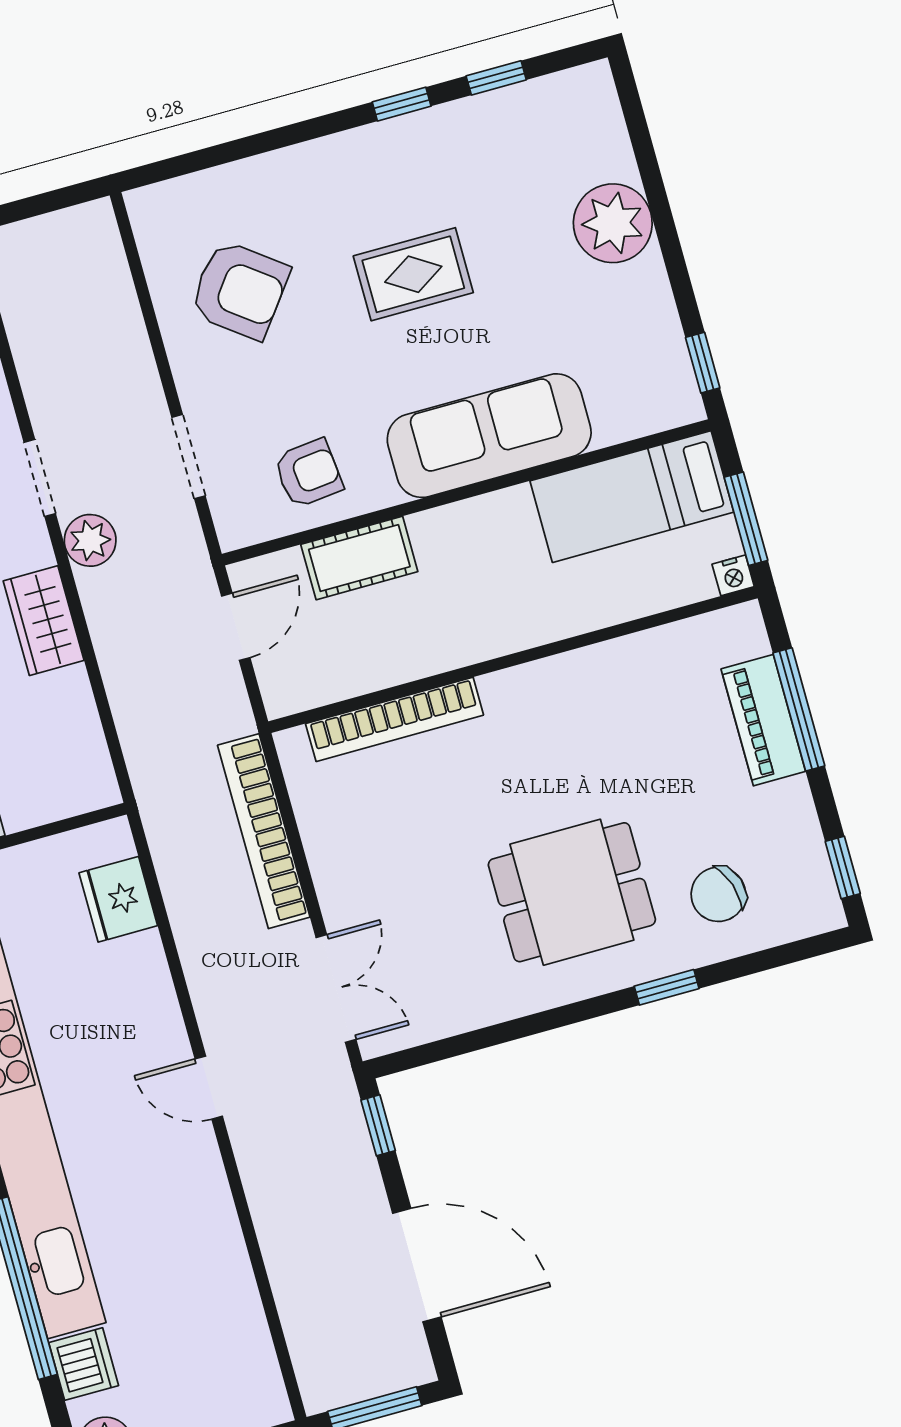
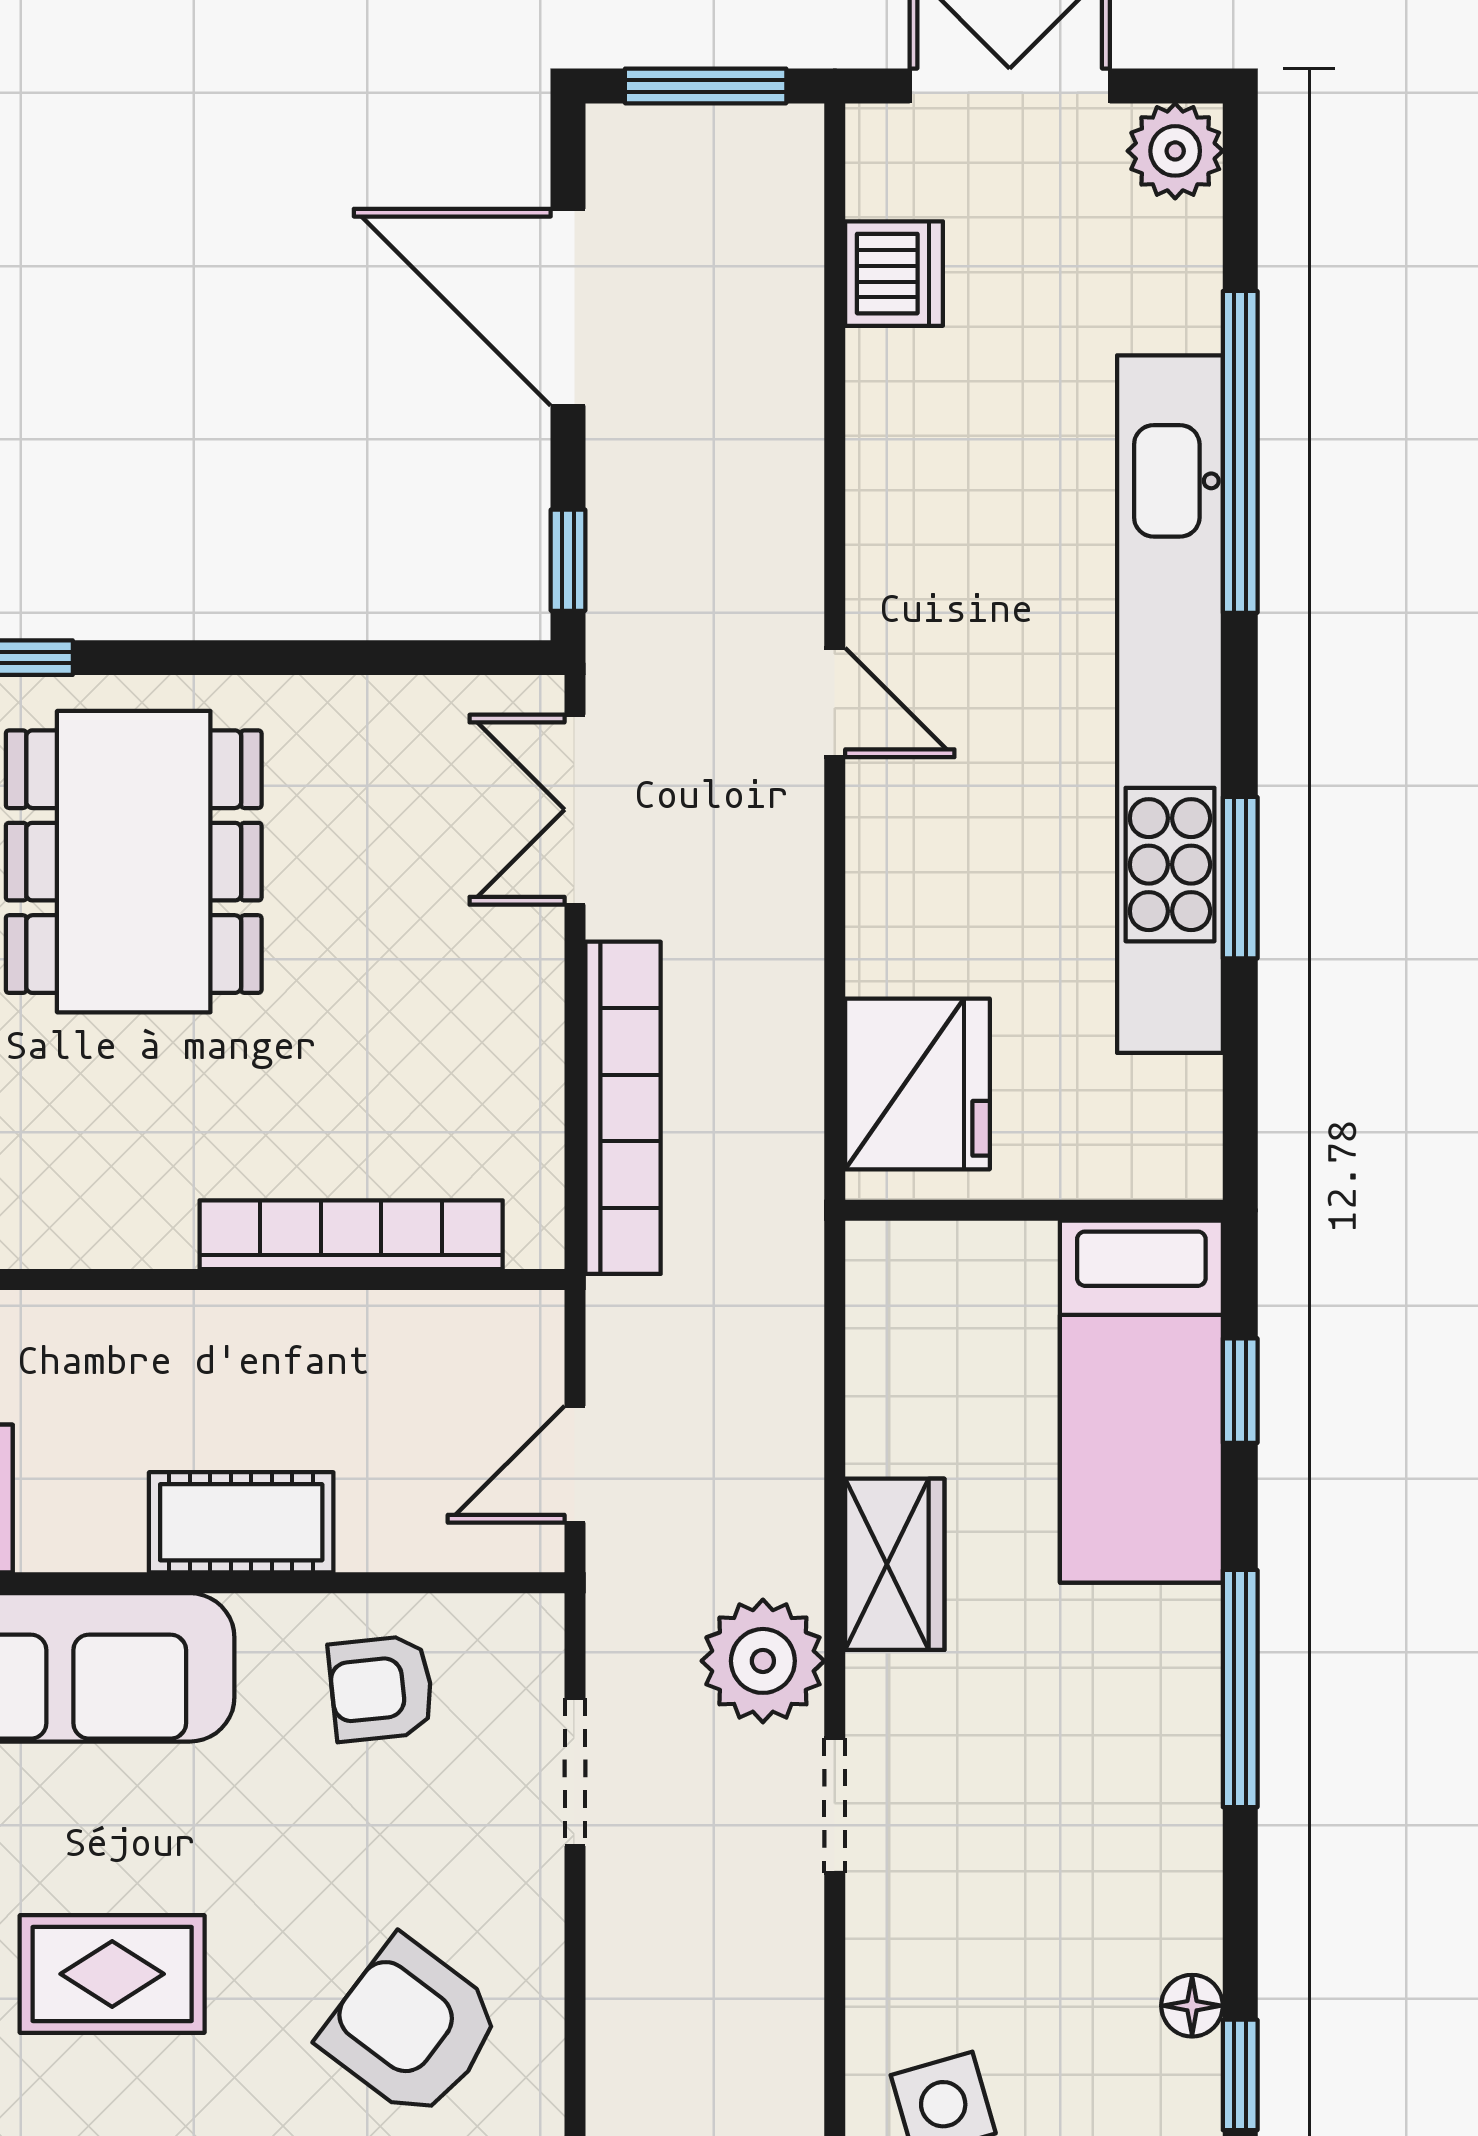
plant: (90, 540) -> (763, 1661), width x1.36, depth x1.36
cot: (359, 558) -> (241, 1522), moved
dining table: (572, 892) -> (134, 862), width x1.38
fridge: (118, 899) -> (918, 1084), width x1.36, depth x1.34
dishwasher: (84, 1364) -> (894, 274), moved, turned 180

